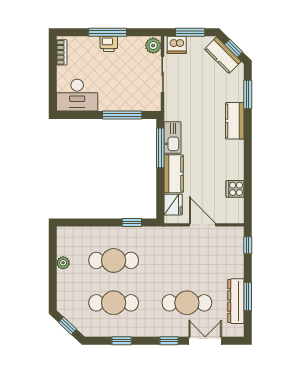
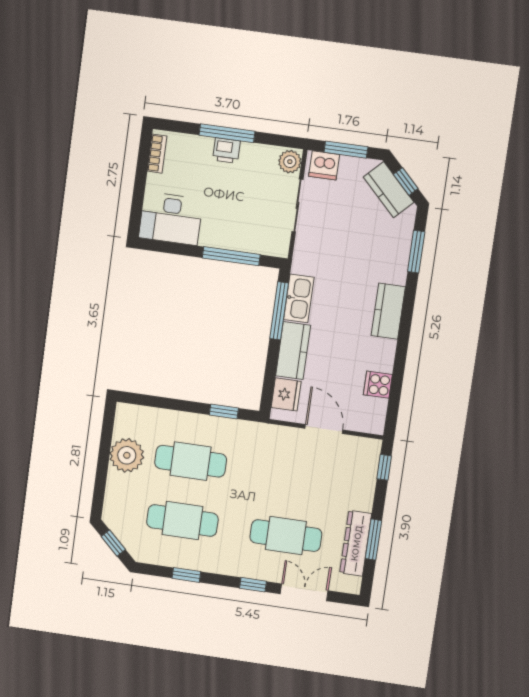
kitchen counter: (235, 121) -> (388, 311), moved
plant: (63, 263) -> (127, 455), width x1.88, depth x1.88

